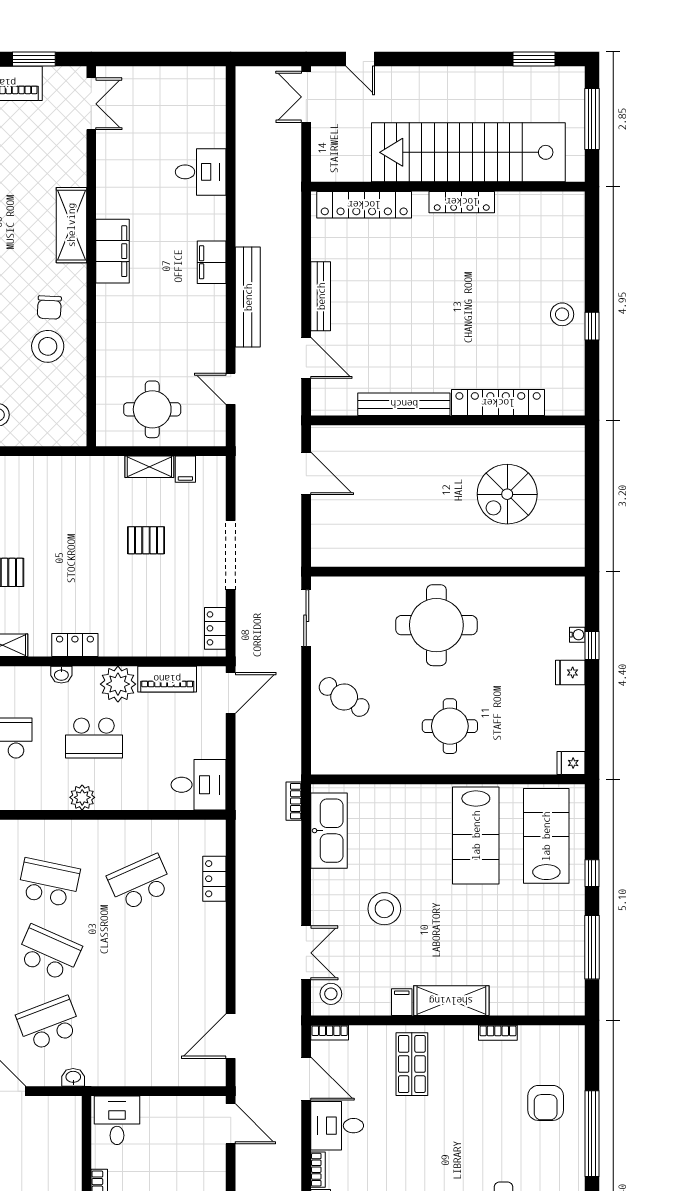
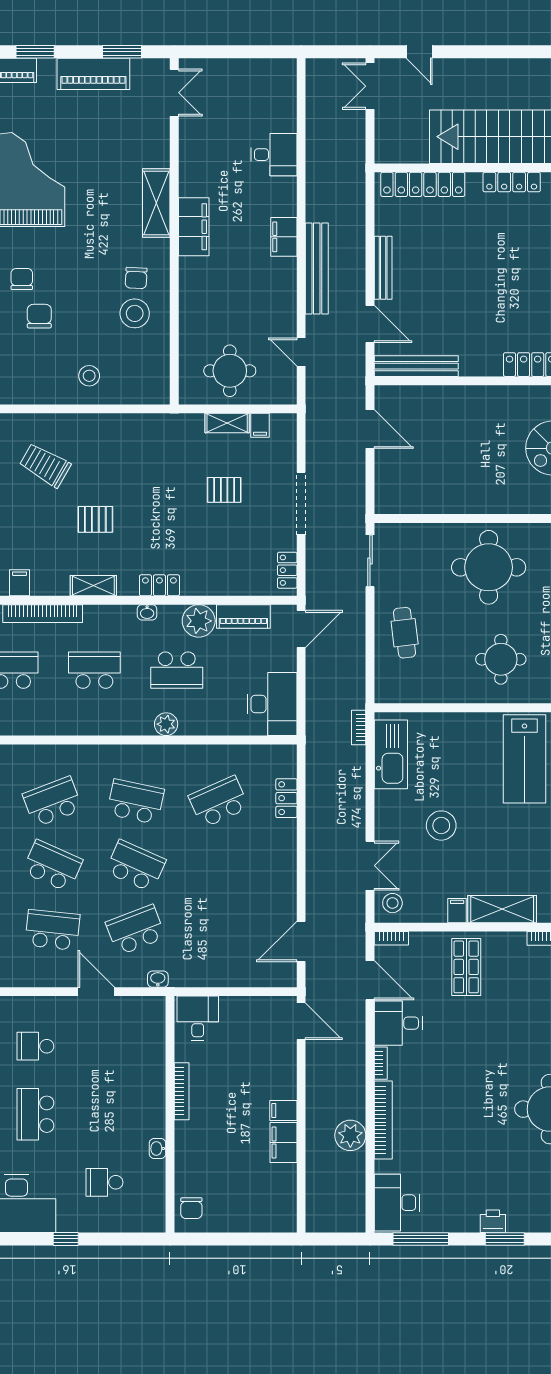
bench: (404, 404) -> (416, 366), moved
cafe table: (344, 697) -> (405, 633), turned 50
desk: (199, 785) -> (272, 704), width x1.37

